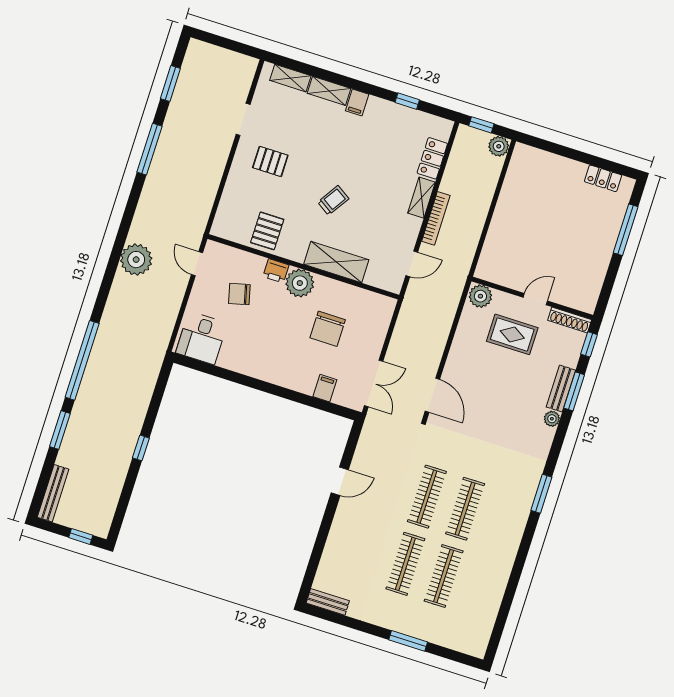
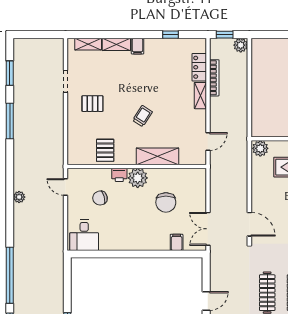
bookcase: (436, 218) -> (214, 78), moved
plant: (136, 260) -> (19, 197), width x0.53, depth x0.53
double door: (374, 383) -> (208, 229), swing flipped

